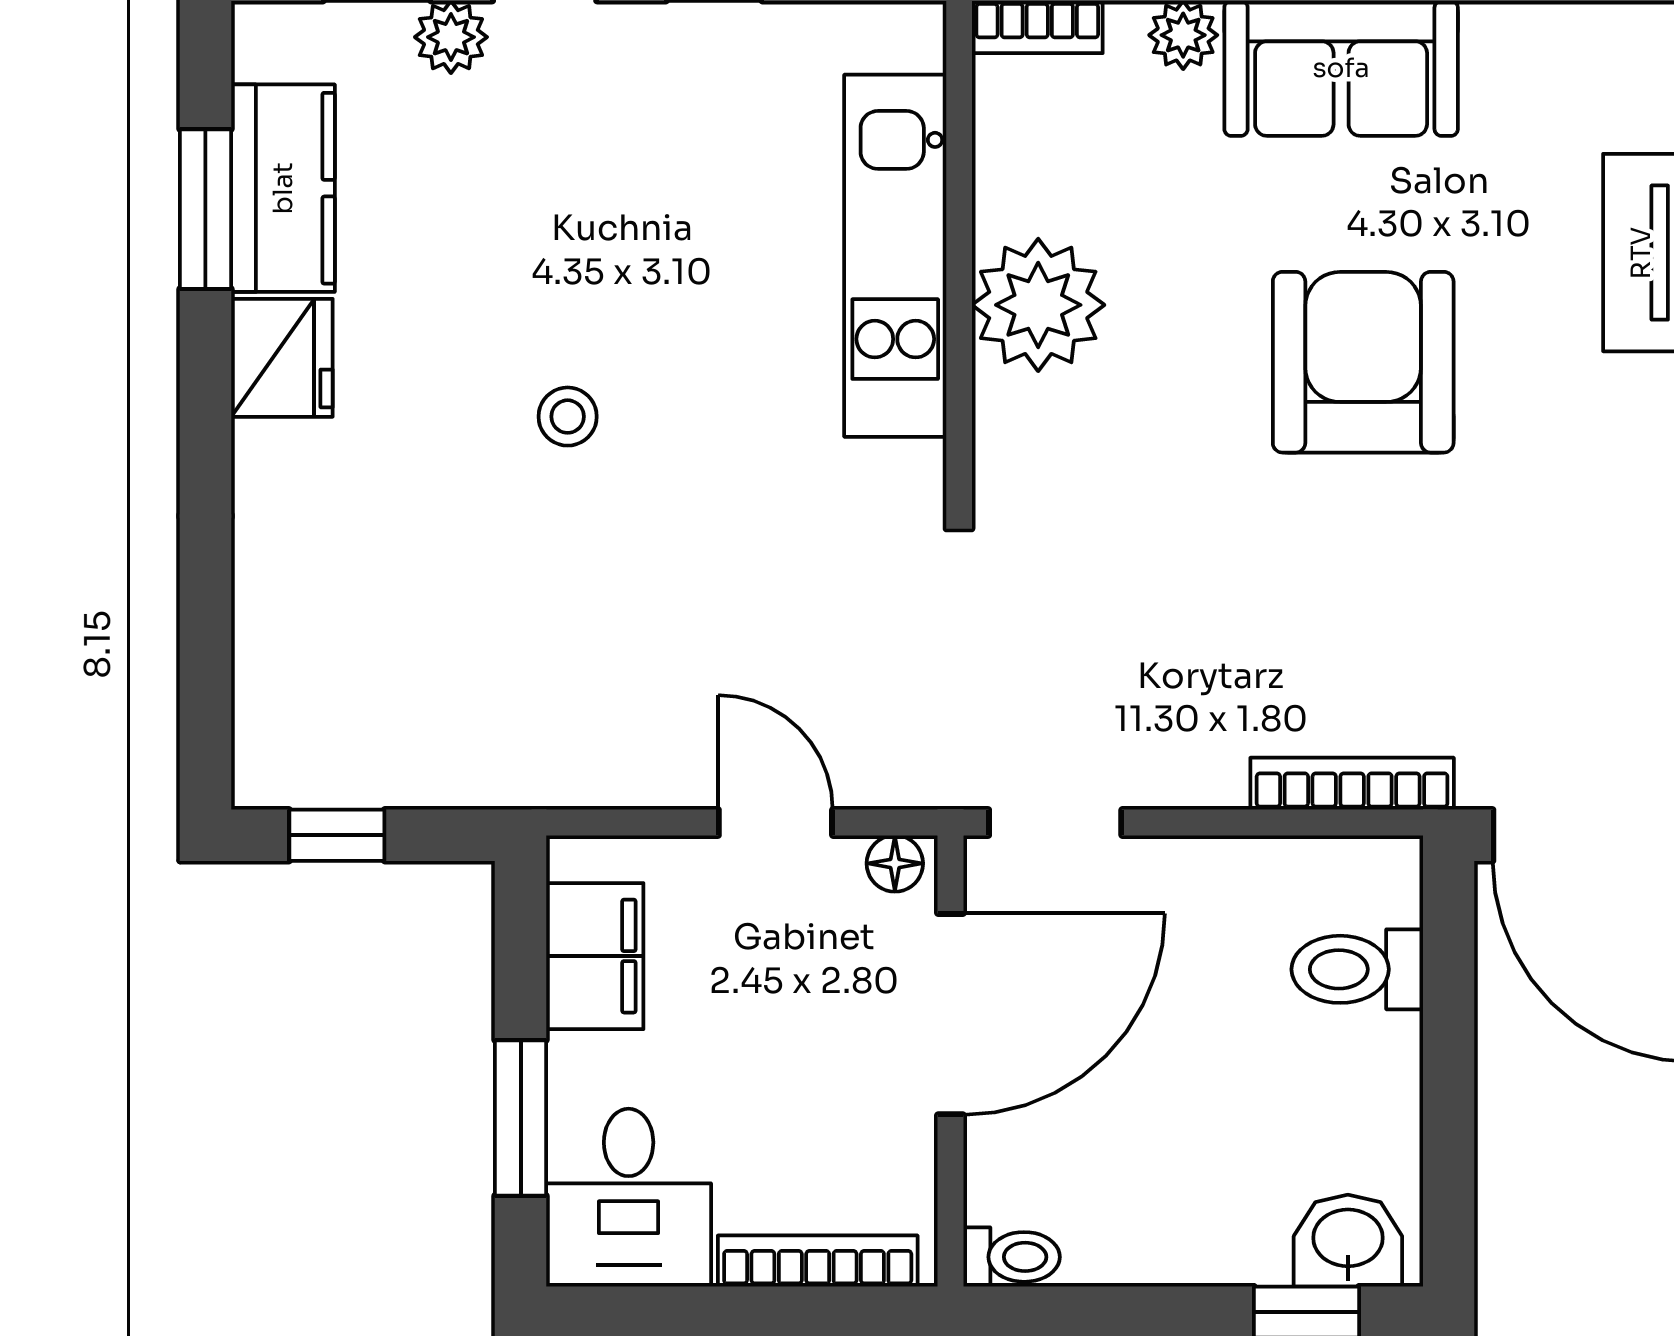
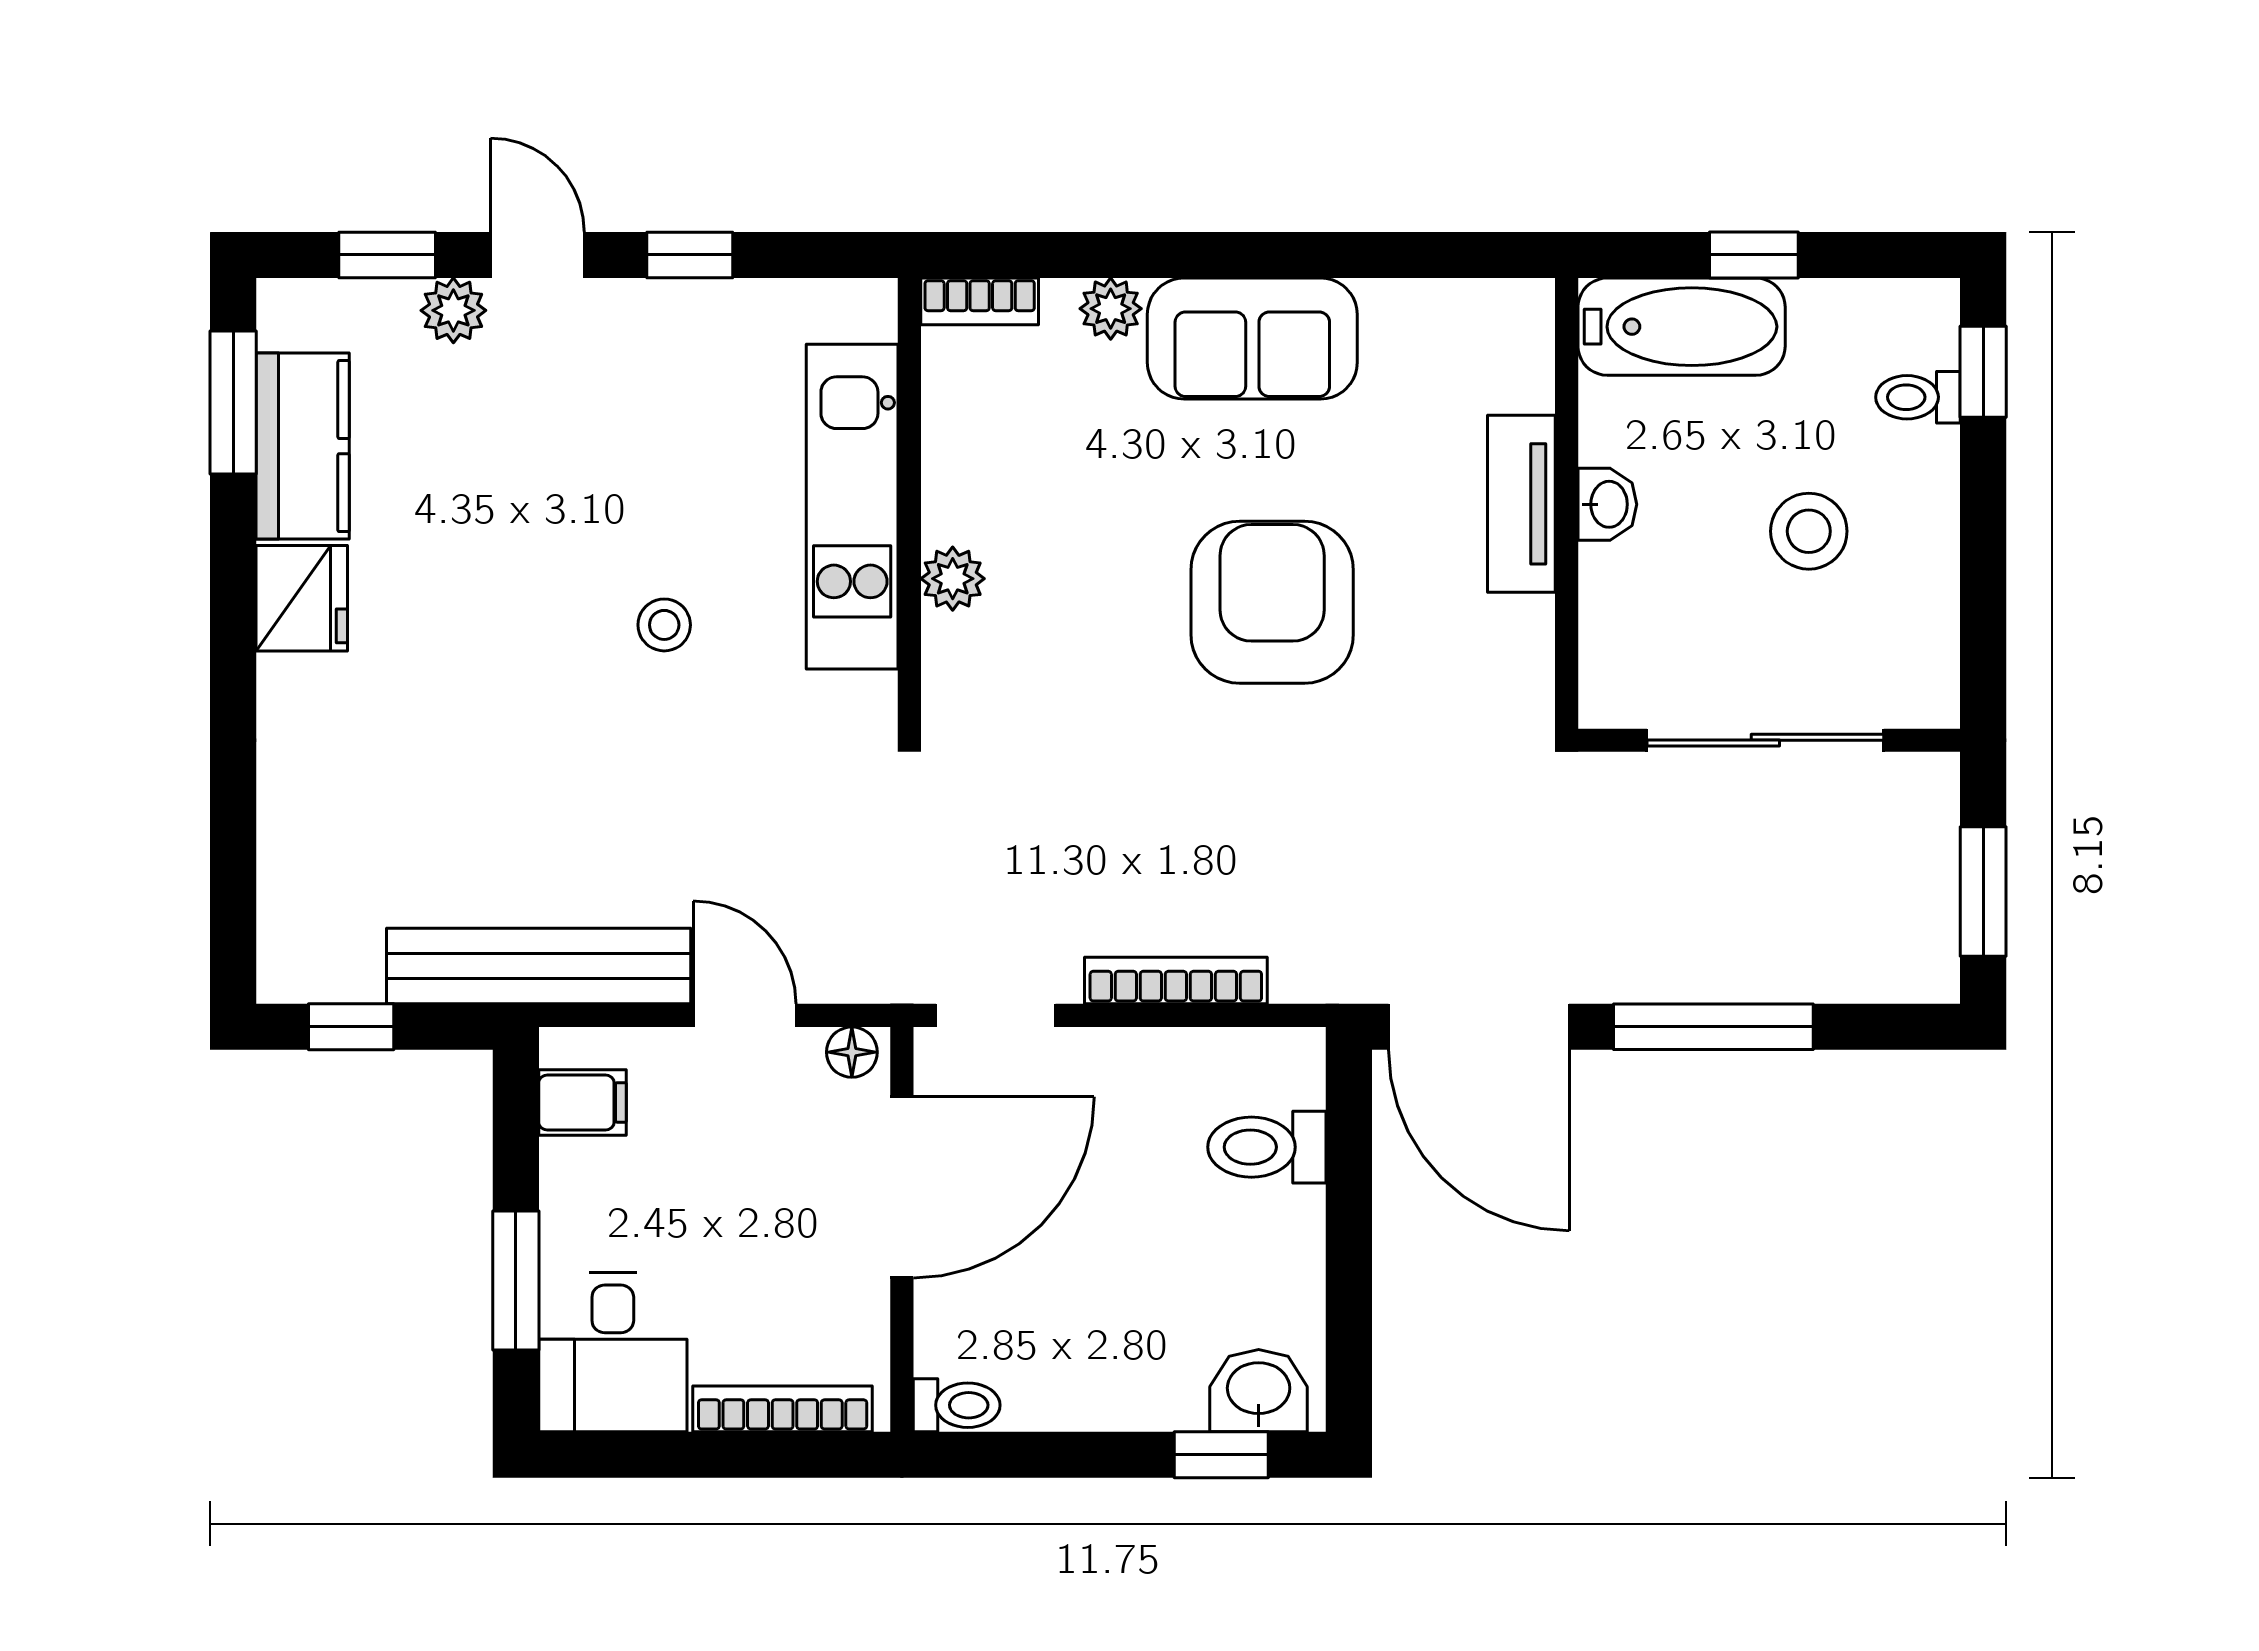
window: (205, 209) -> (233, 402), moved
plant: (1038, 305) -> (953, 579), width x0.53, depth x0.53
stool: (568, 417) -> (664, 625), moved
bench: (546, 768) -> (539, 966), added
bookcase: (1352, 784) -> (1176, 981), moved
filing cabinet: (595, 956) -> (583, 1102), width x0.50

